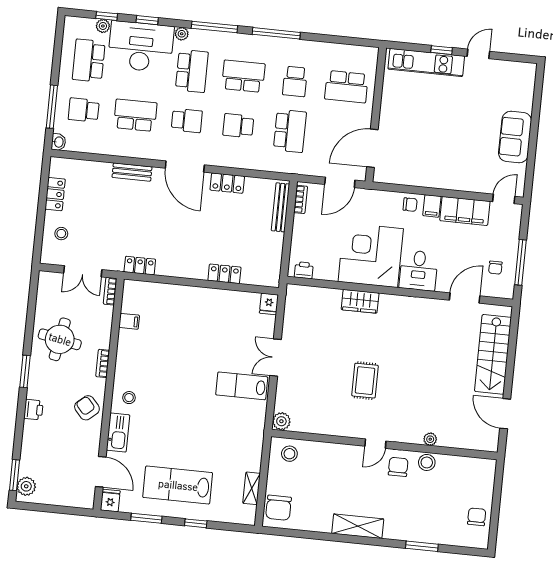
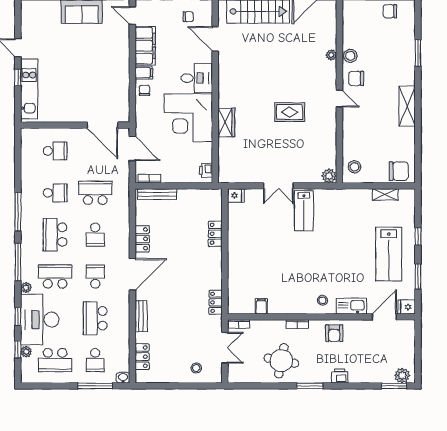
school desk: (346, 87) -> (55, 151), width x0.54
locker: (55, 194) -> (142, 357), moved, turned 90
armchair: (87, 408) -> (334, 333), turned -49

